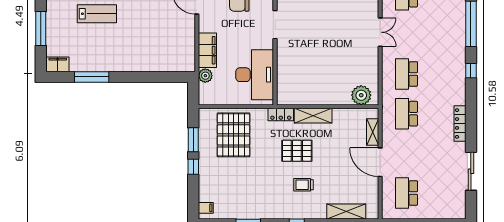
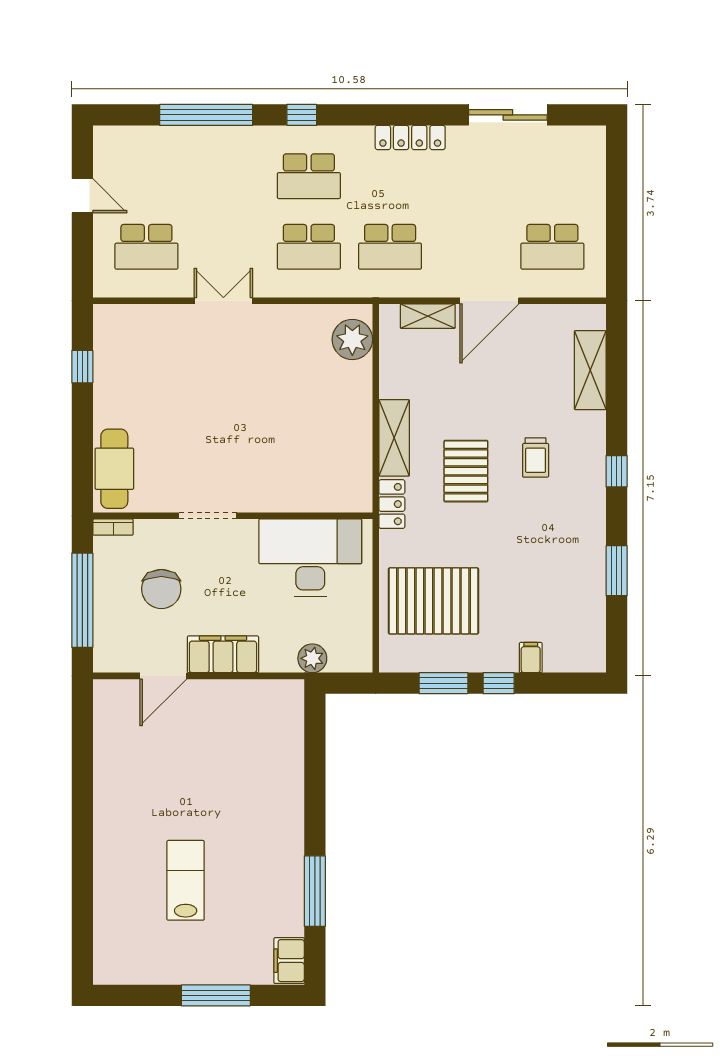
filing cabinet: (207, 50) -> (223, 654), moved
school desk: (441, 74) -> (309, 176), added
filing cabinet: (206, 208) -> (531, 658), moved

